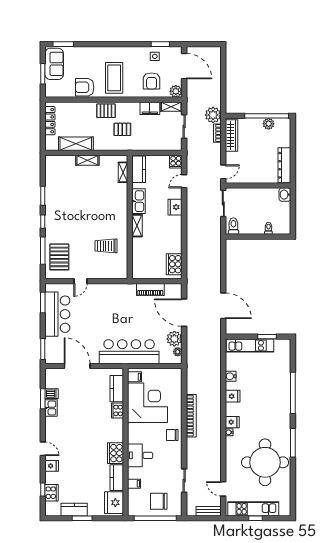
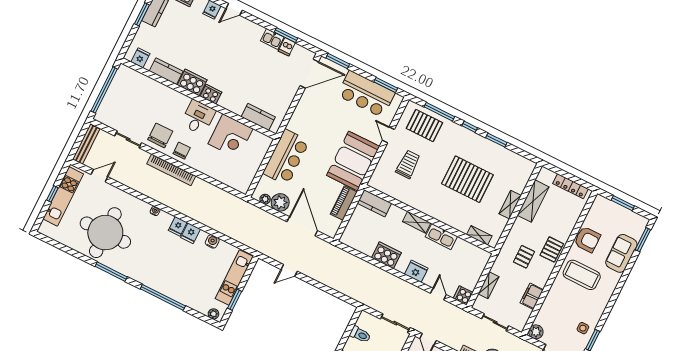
sofa: (54, 64) -> (621, 253), moved, turned 90
armchair: (152, 81) -> (559, 312), removed
armchair: (85, 87) -> (587, 239), turned 90
shelving: (171, 107) -> (489, 285), moved
kitchen counter: (139, 169) -> (374, 203), moved
pallet: (84, 203) -> (467, 179), added
toilet: (233, 226) -> (360, 335), moved
trolley: (106, 246) -> (408, 164), moved
cooker: (174, 264) -> (386, 255), moved
booth: (114, 298) -> (353, 161), added
door: (223, 306) -> (289, 270), width x0.53
door: (184, 313) -> (302, 226), hinge flipped
plant: (286, 347) -> (213, 314), added
bar counter: (129, 352) -> (286, 157), width x0.73
door: (77, 366) -> (309, 74), moved
filing cabinet: (135, 377) -> (261, 142), removed
corner desk: (148, 403) -> (230, 136), width x0.74, depth x0.74
cooker: (117, 410) -> (211, 94), moved
bookcase: (191, 416) -> (171, 170), moved
fridge: (232, 422) -> (178, 226), moved
desk: (140, 455) -> (198, 117), moved
filing cabinet: (134, 484) -> (151, 86), removed
chair: (159, 501) -> (160, 135), moved
fridge: (114, 503) -> (140, 58), width x0.53, depth x0.75
bench: (209, 511) -> (86, 144), width x1.36

